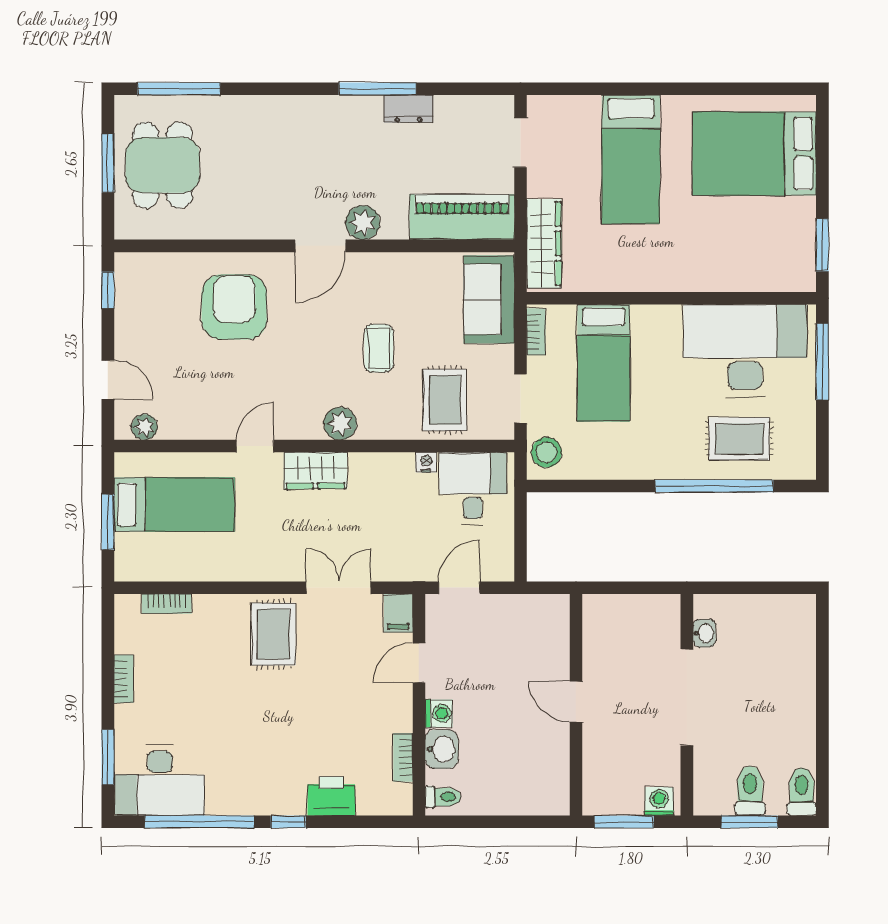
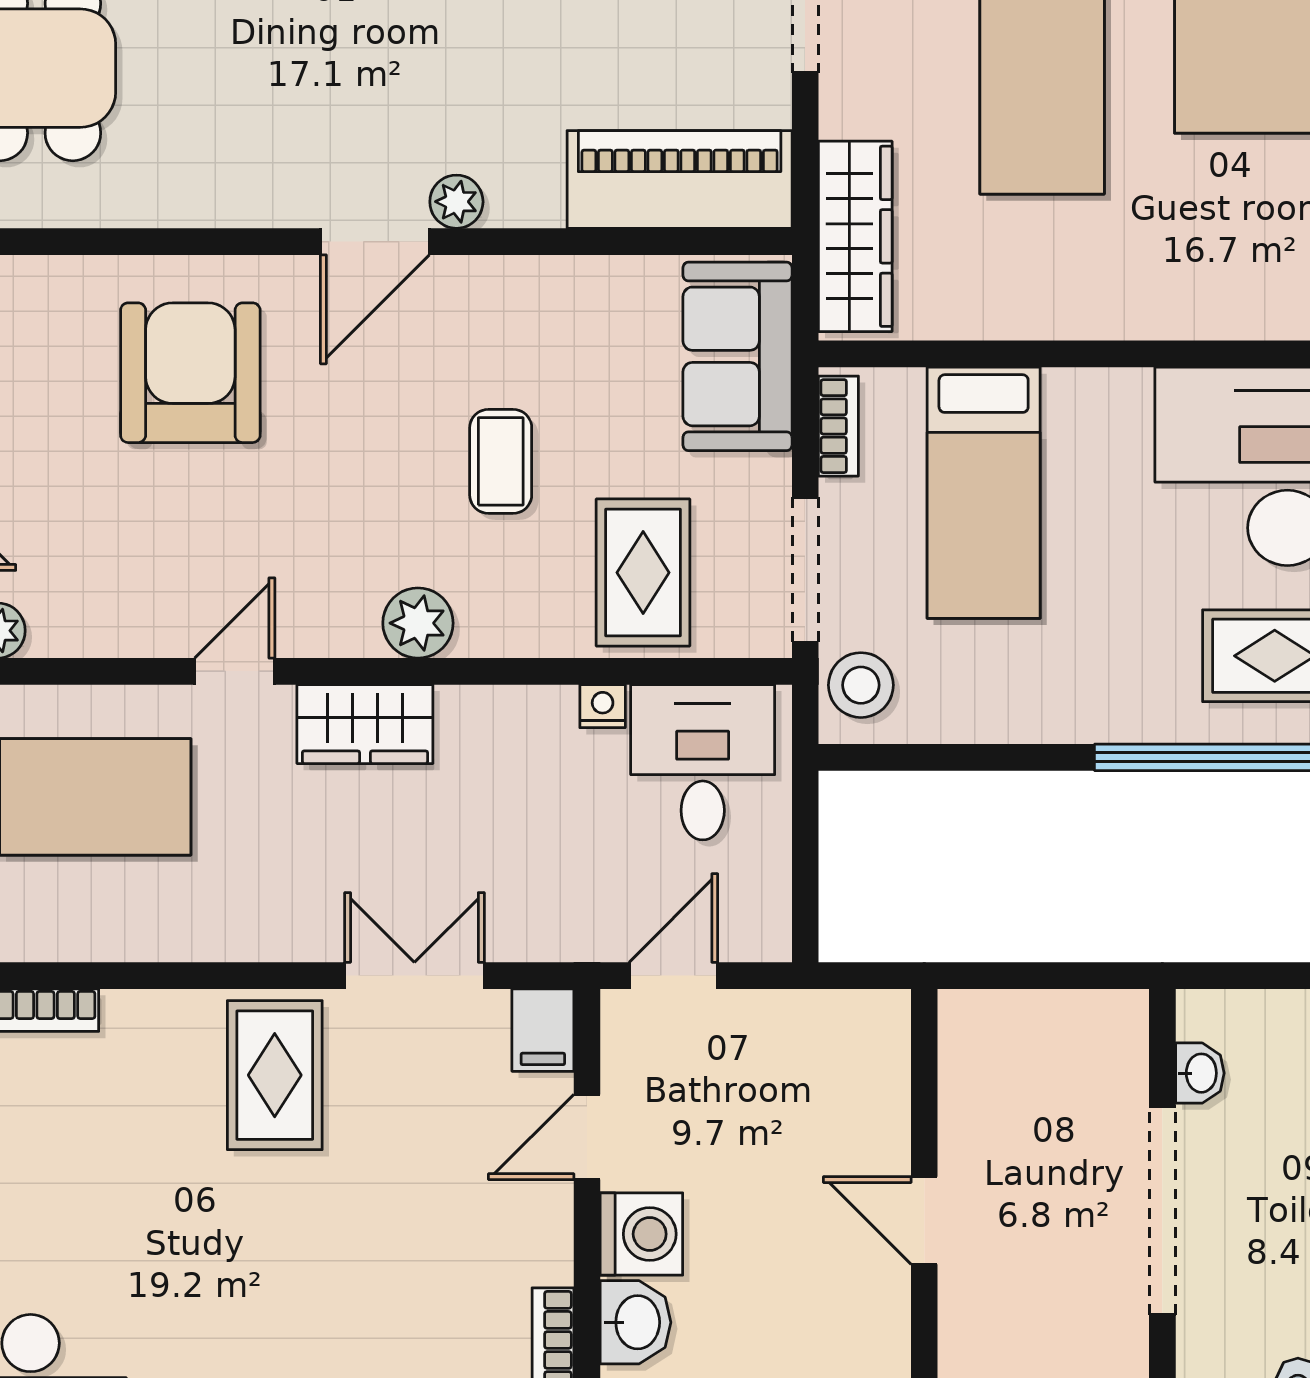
plant: (363, 223) -> (456, 202), width x0.73, depth x0.73
doorway: (521, 399) -> (805, 570), width x1.38
washing machine: (439, 713) -> (641, 1234), width x1.38, depth x1.38

